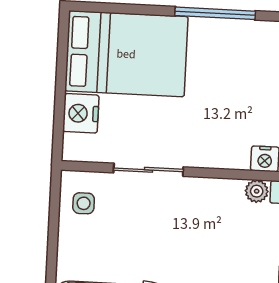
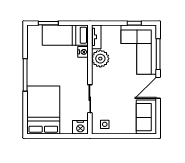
nightstand: (81, 113) -> (80, 127), moved
plant: (257, 191) -> (100, 59), width x1.87, depth x1.87

